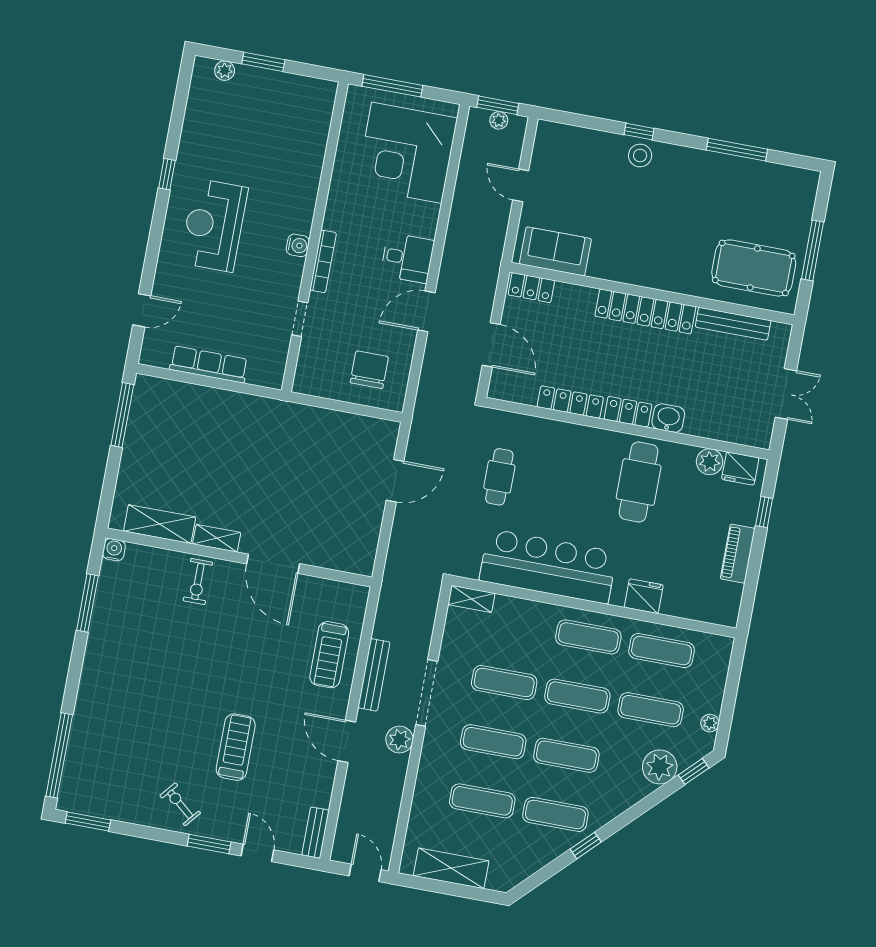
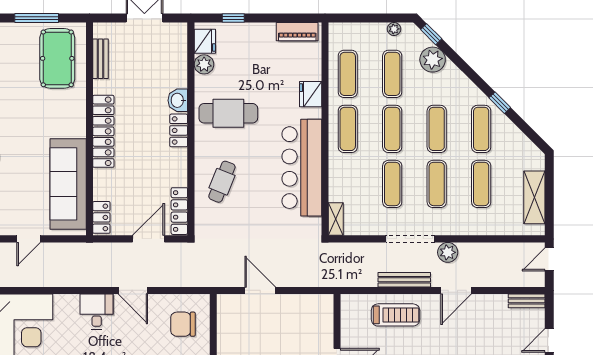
sofa: (555, 251) -> (68, 184), width x1.85, depth x1.27
bench: (733, 324) -> (101, 59), width x0.73
locker: (570, 402) -> (179, 211), moved
cafe table: (499, 477) -> (222, 182), moved, turned -68
piano: (738, 554) -> (297, 32), moved

